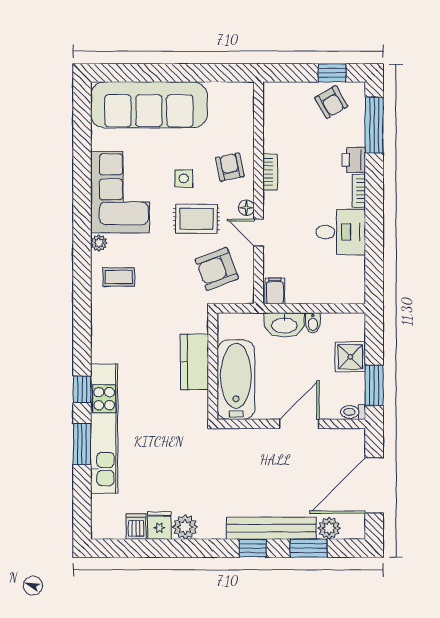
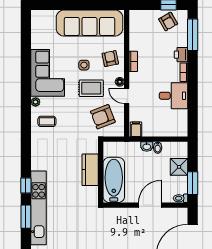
sofa: (149, 105) -> (89, 23), moved
washbasin: (284, 325) -> (147, 147), width x0.52, depth x0.69

